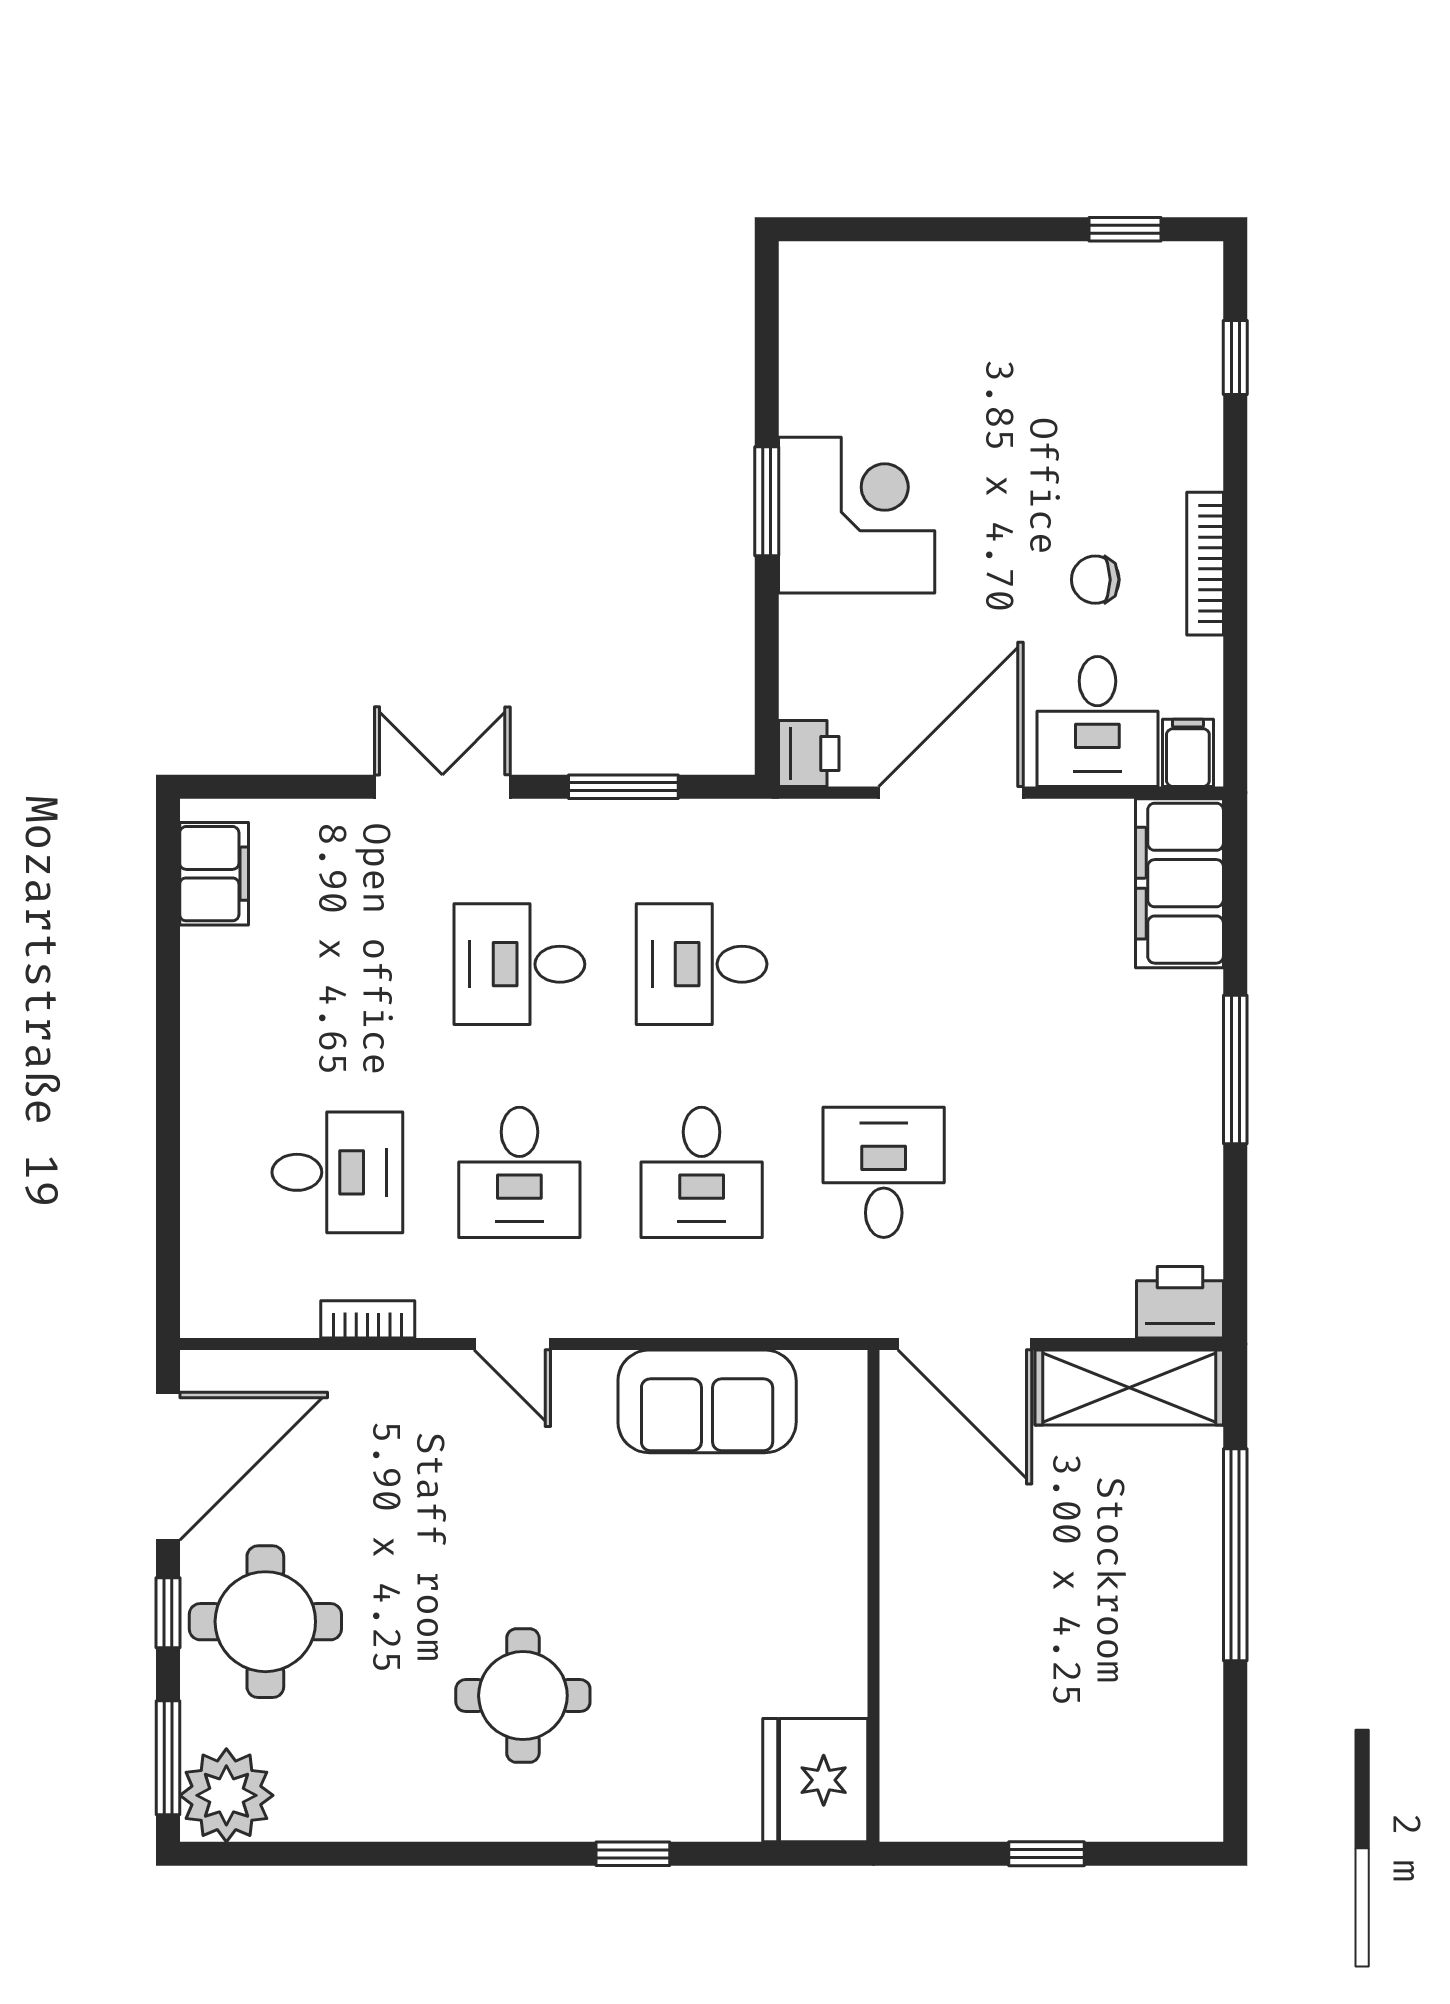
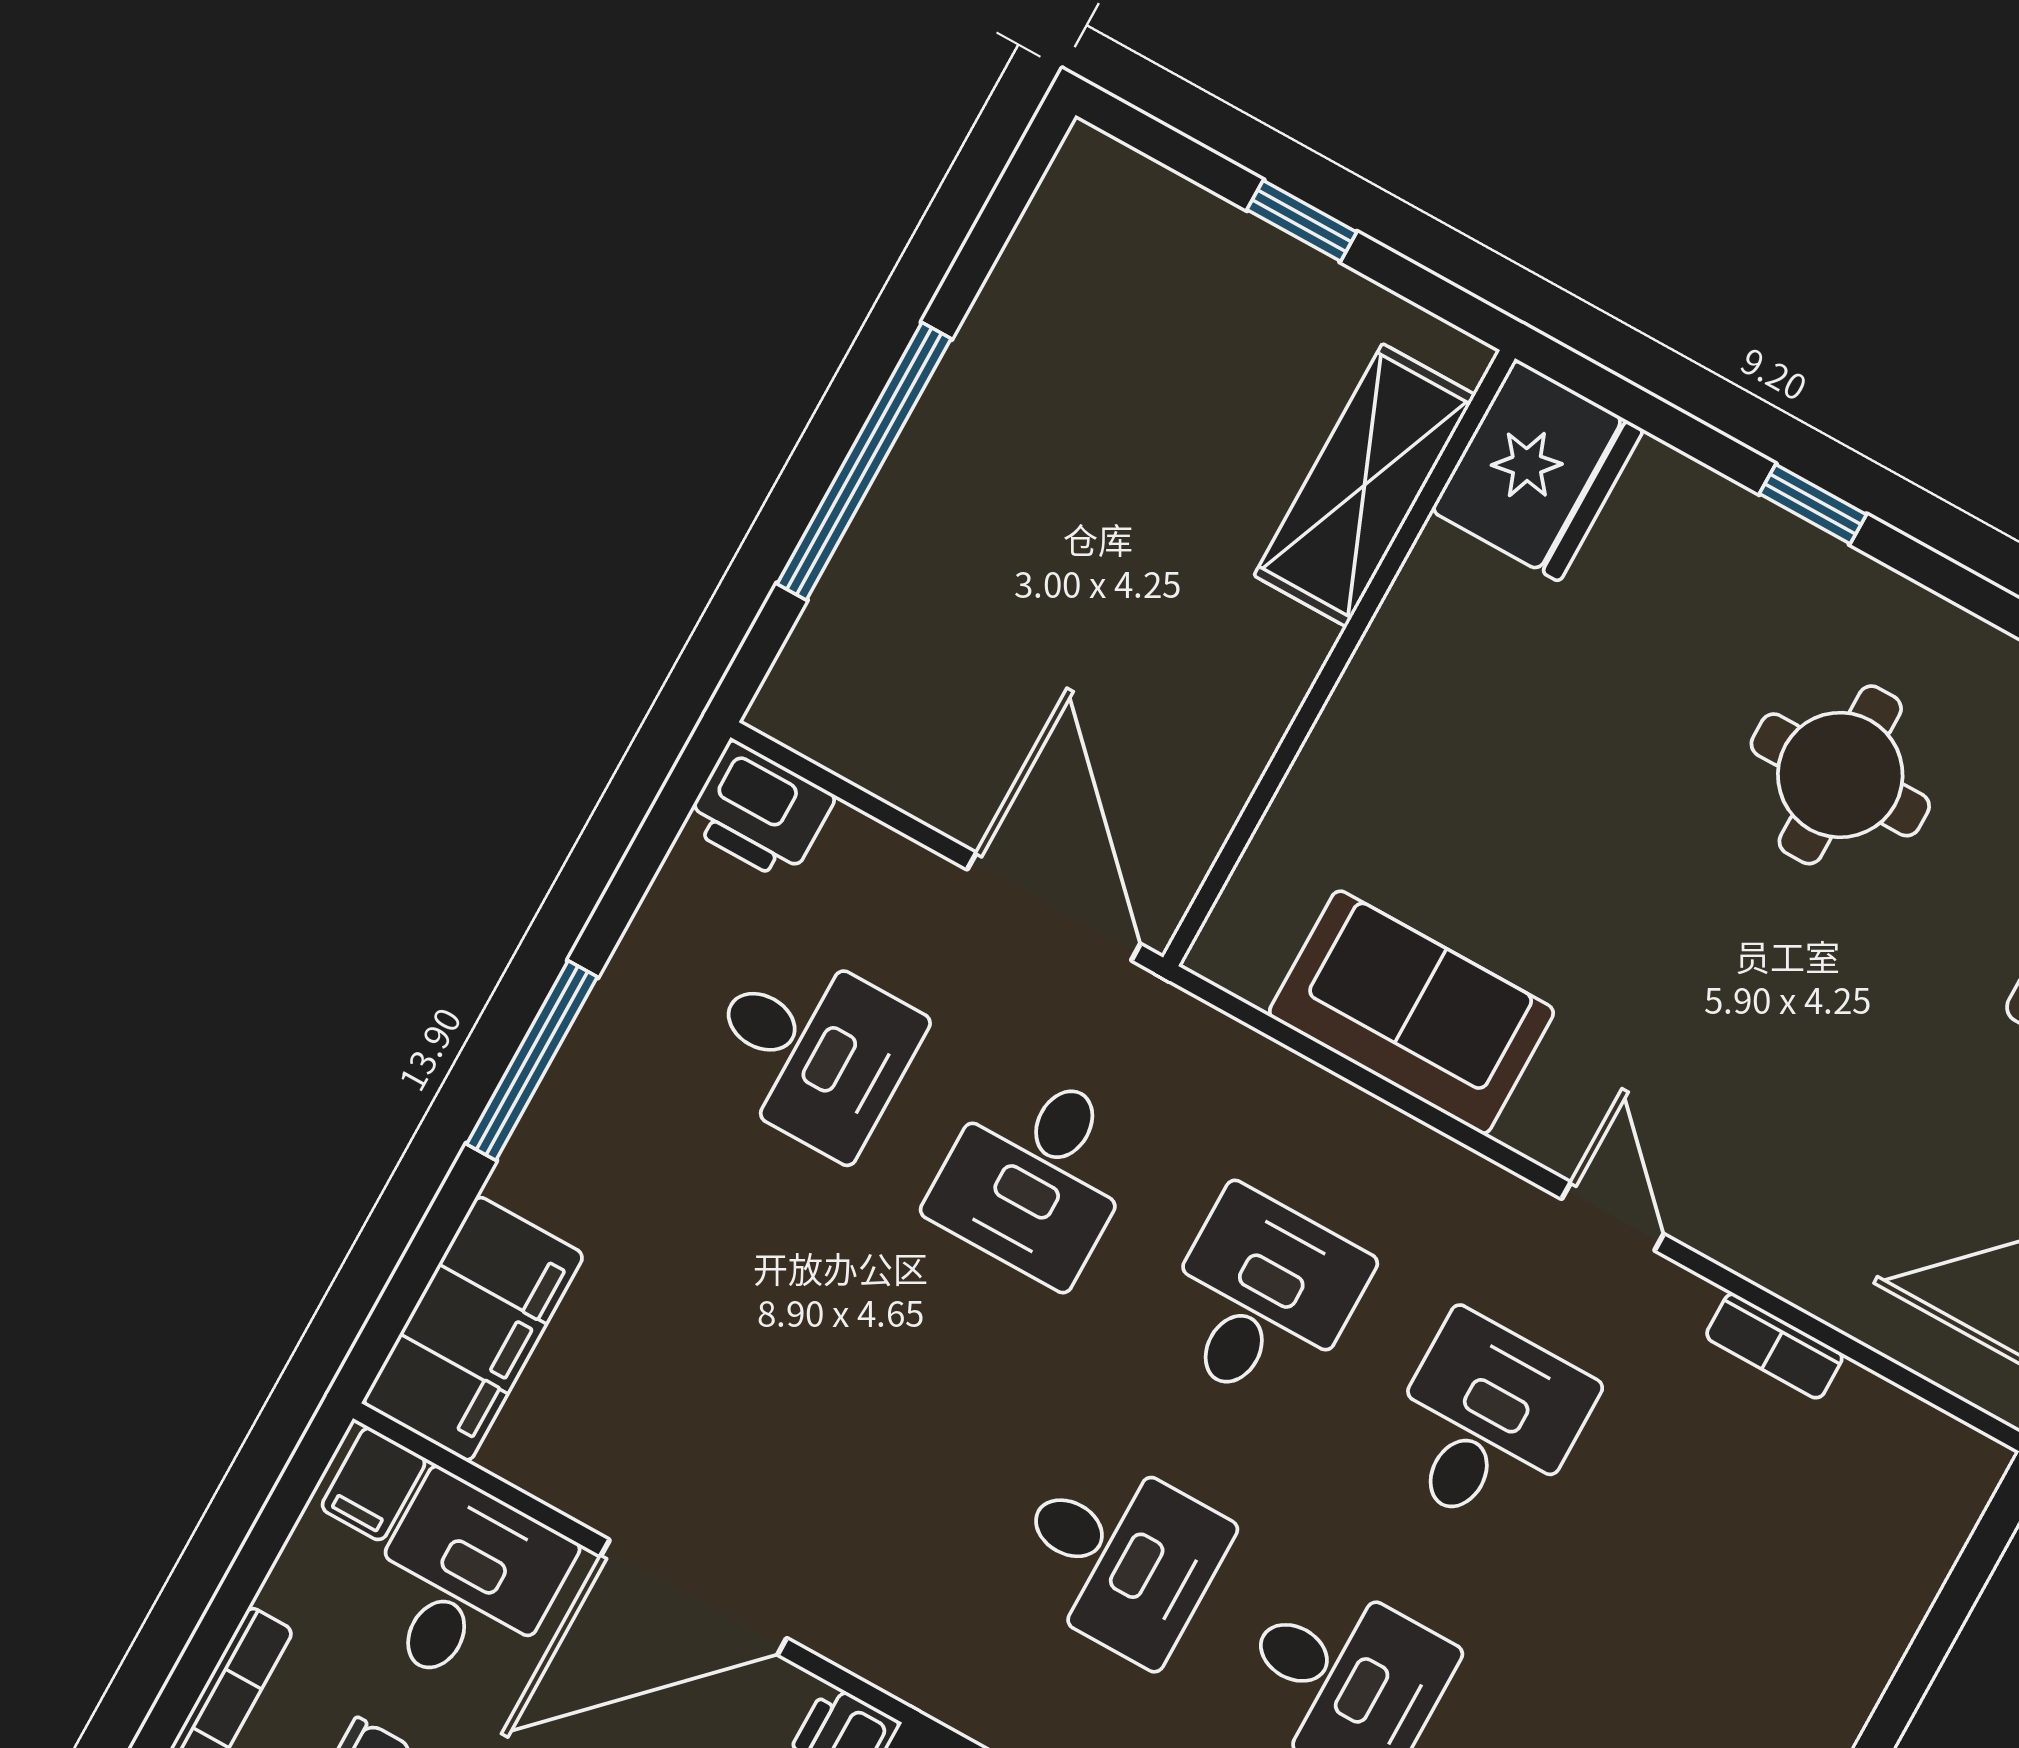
desk: (337, 1172) -> (812, 1049), moved, turned 180
shelving: (1129, 1388) -> (1364, 485), moved, turned 90

